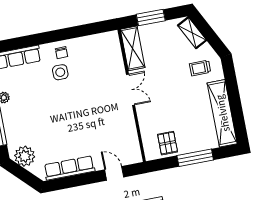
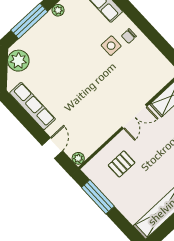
pallet: (168, 143) -> (122, 164), moved
plant: (136, 157) -> (78, 158), added
window: (195, 158) -> (98, 197), moved

